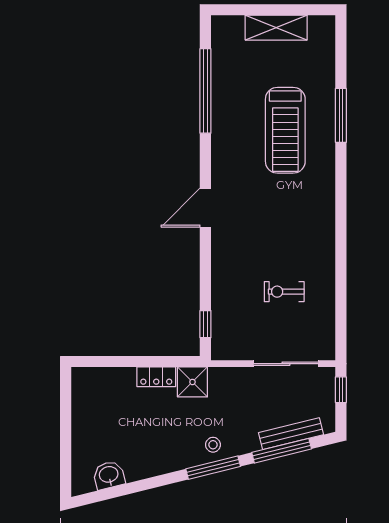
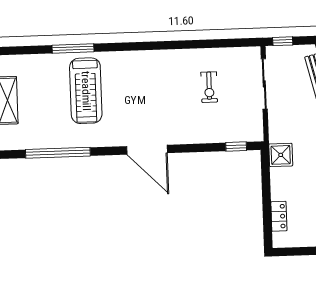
treadmill: (285, 130) -> (86, 91), turned 90
door: (205, 208) -> (147, 150), width x1.36
locker: (156, 377) -> (279, 216), moved

